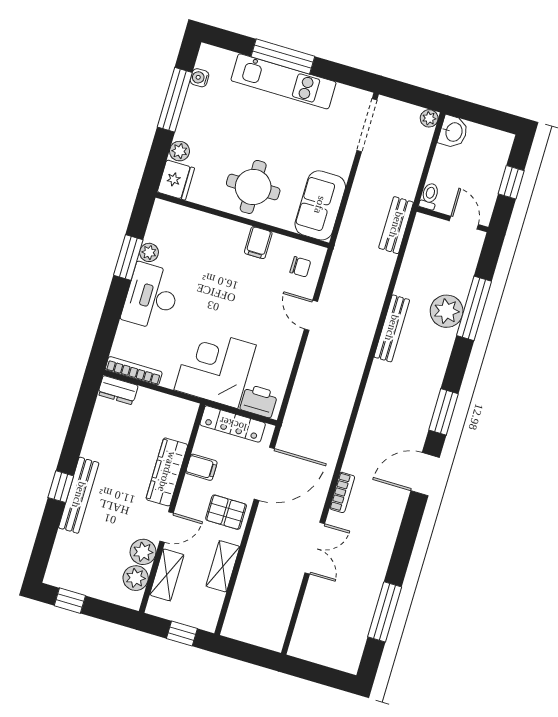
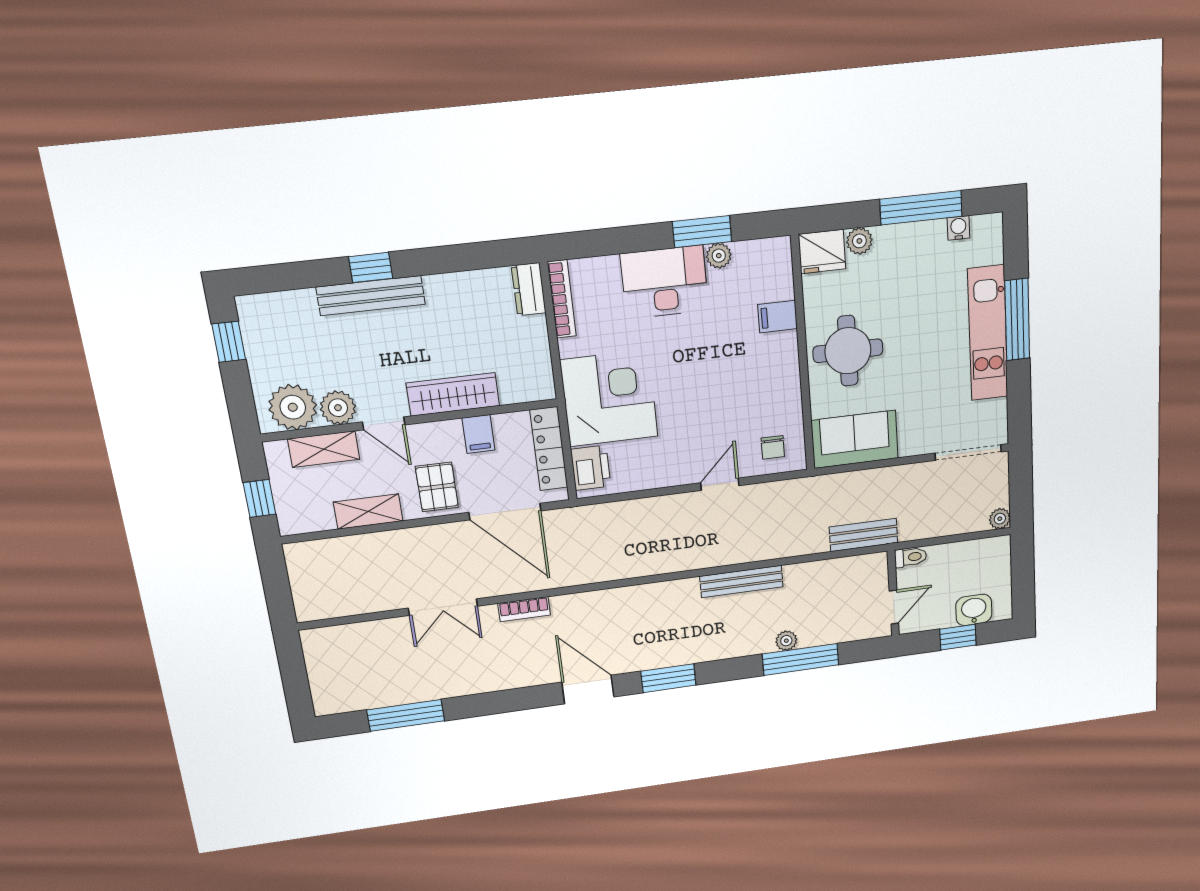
washbasin: (453, 132) -> (974, 610), moved, turned 180
filing cabinet: (258, 243) -> (778, 317), moved
plant: (447, 311) -> (786, 641), width x0.53, depth x0.53
plant: (136, 578) -> (293, 407), width x1.36, depth x1.36

